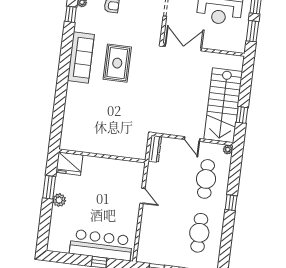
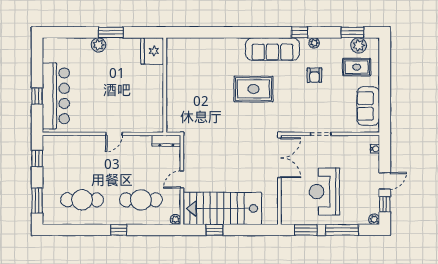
sofa: (81, 57) -> (272, 49), moved
wall: (102, 156) -> (165, 85), moved
fridge: (69, 164) -> (152, 51), moved

